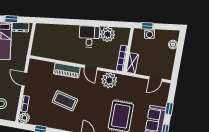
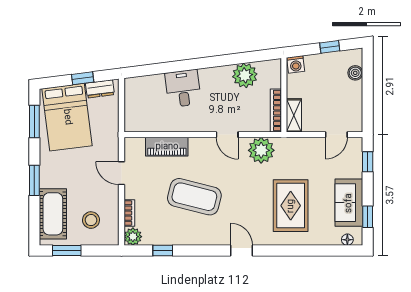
window: (147, 26) -> (330, 47), moved
washing machine: (150, 34) -> (296, 64), moved
desk: (89, 37) -> (183, 88), moved
piano: (67, 71) -> (167, 147), moved
coffee table: (65, 101) -> (194, 197), width x1.36, depth x1.32
window: (169, 109) -> (368, 162), moved

